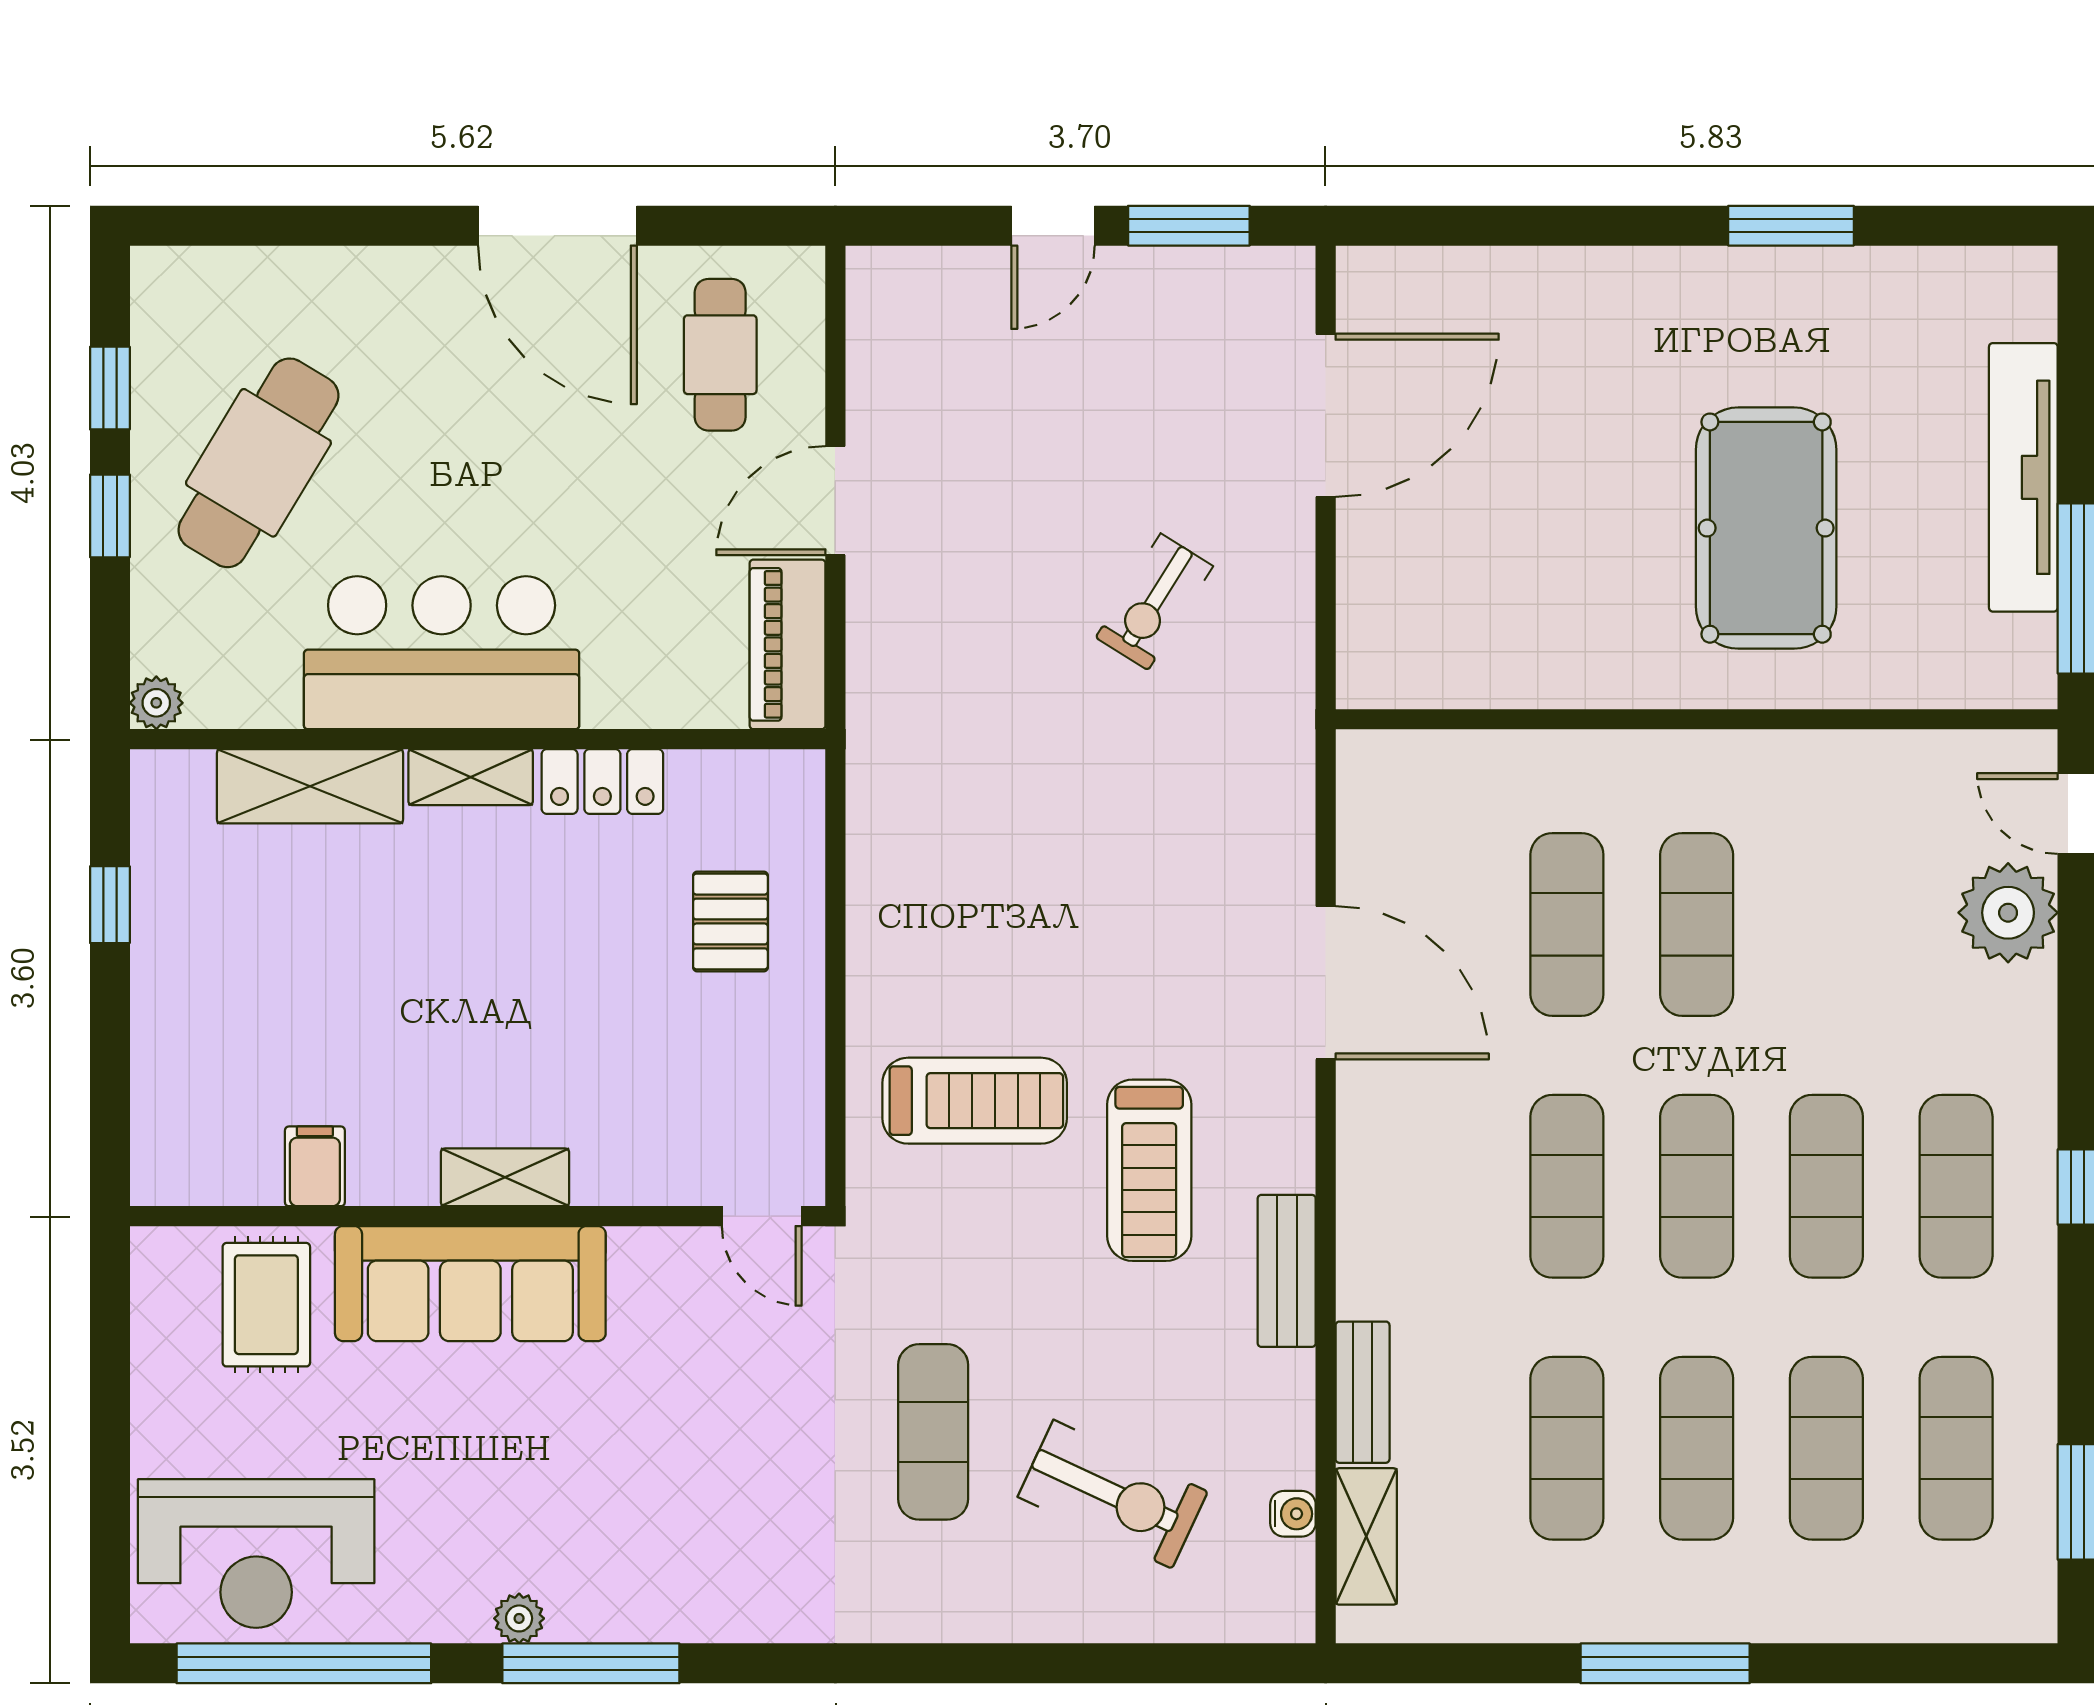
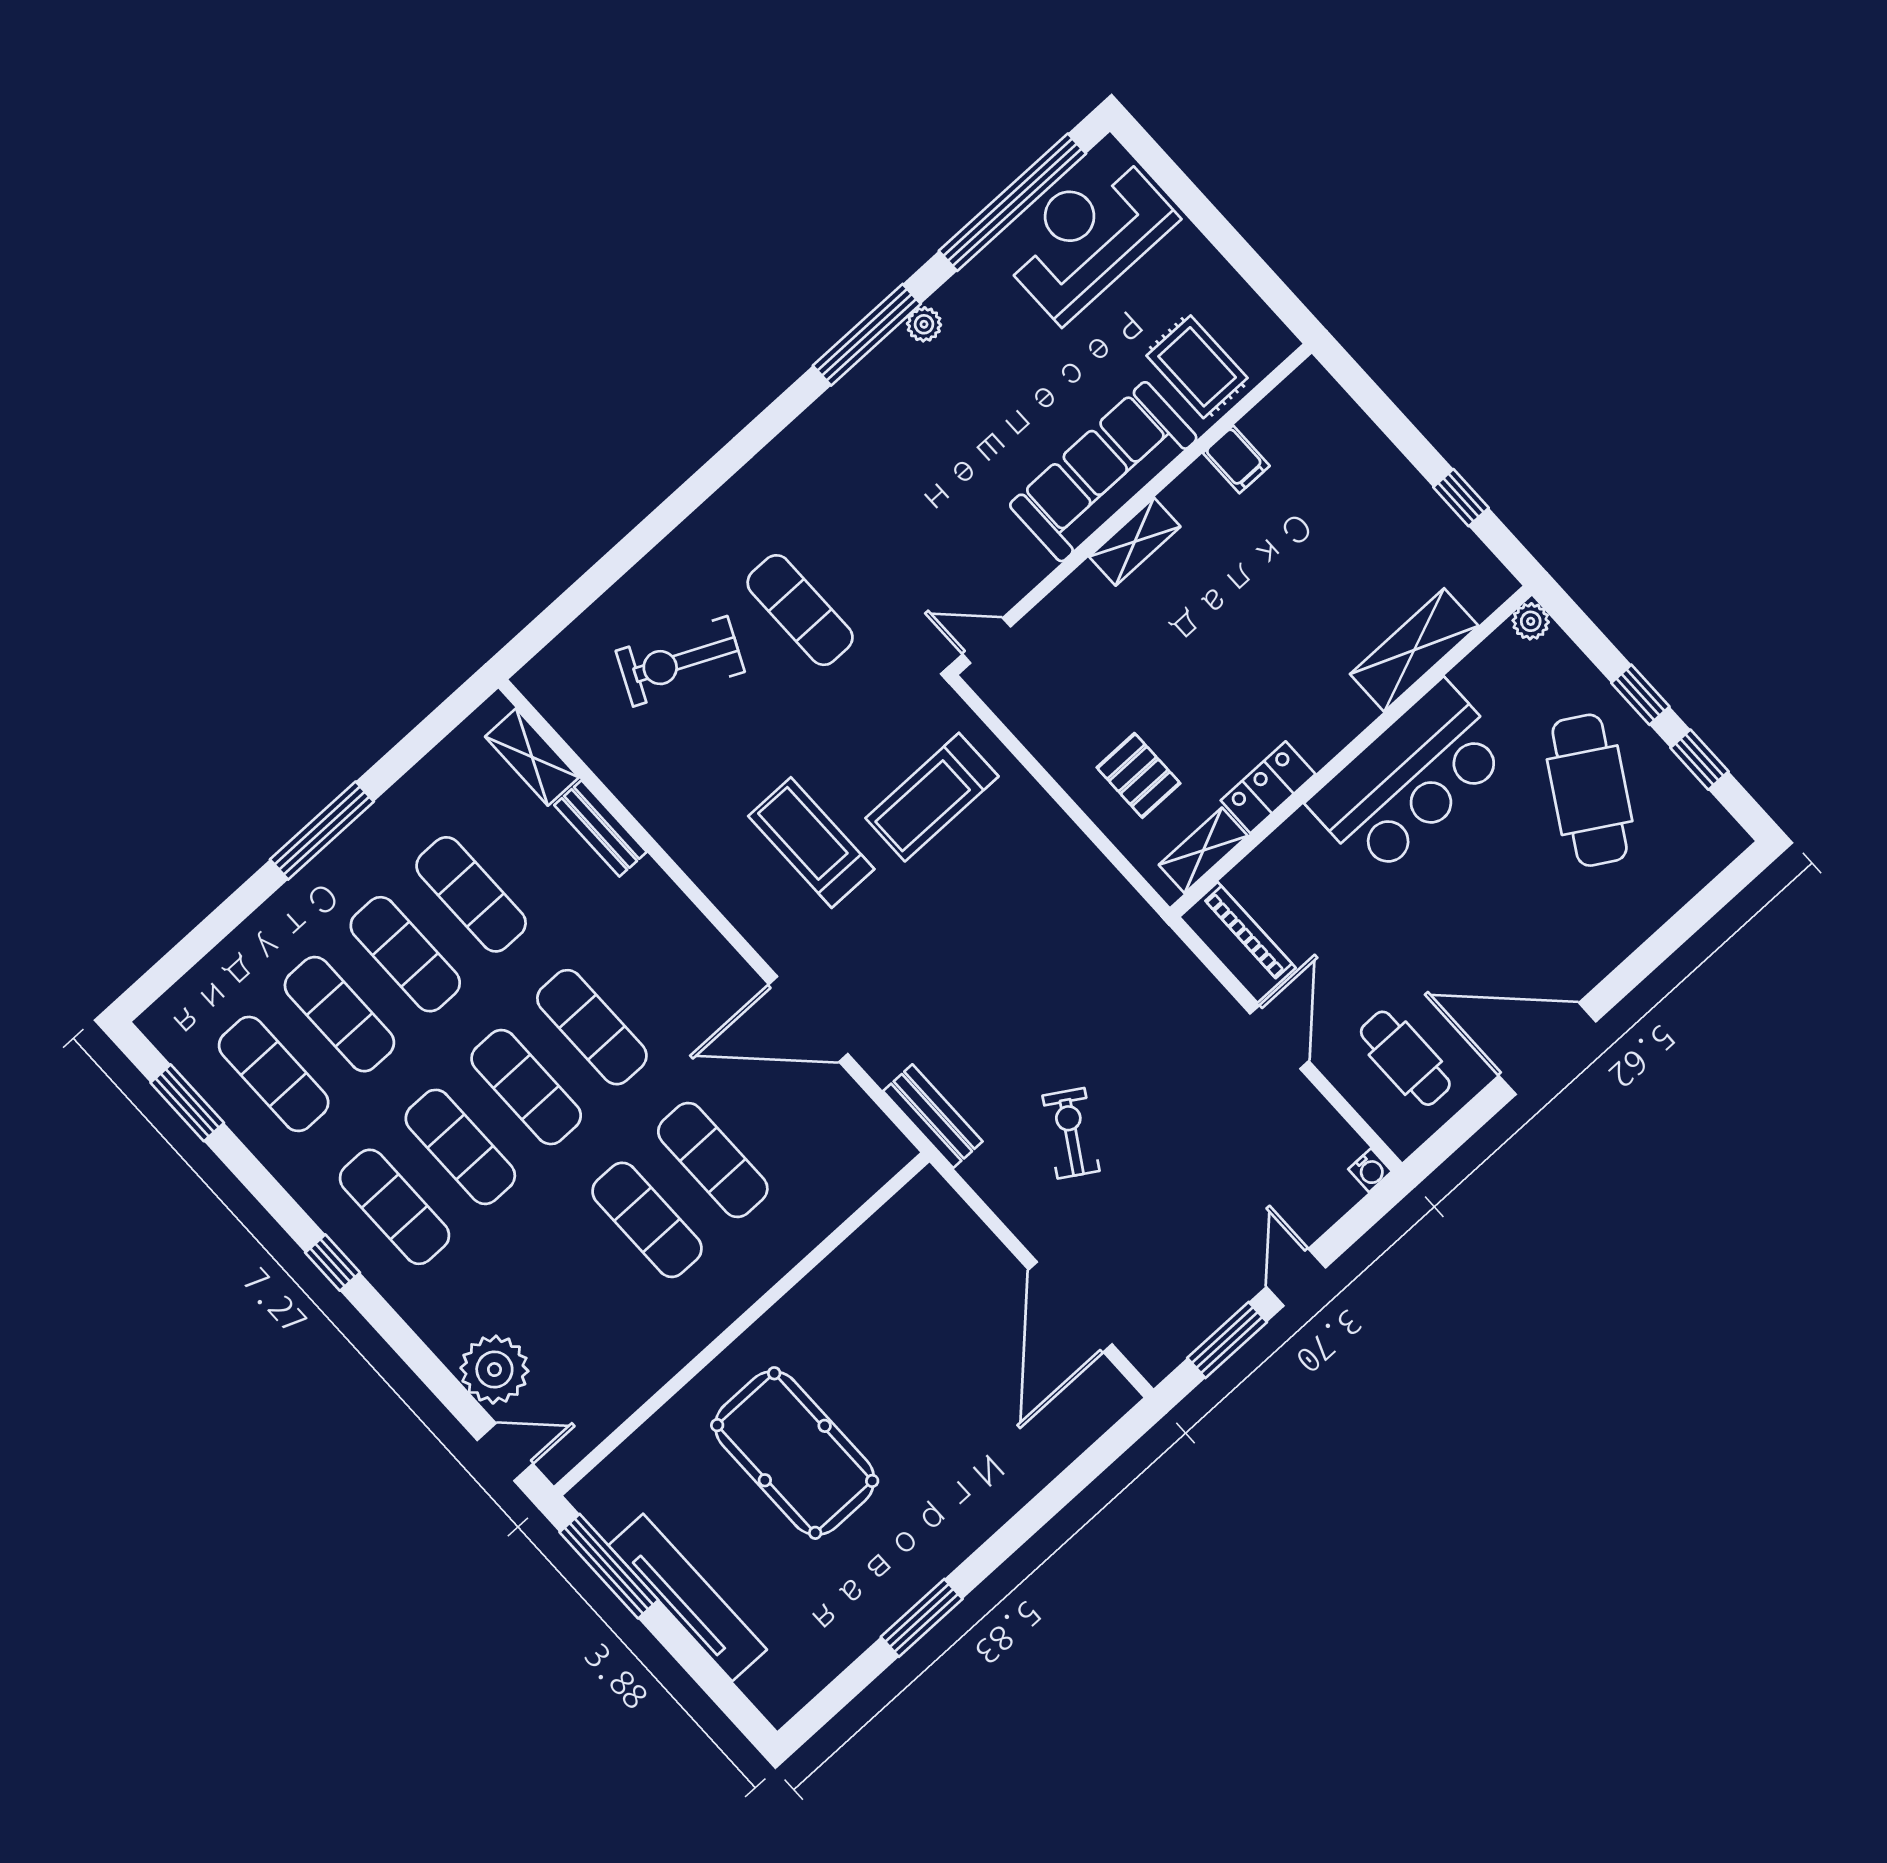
shelving: (471, 777) -> (1203, 850), moved
bench: (1287, 1271) -> (933, 1116), moved
water cooler: (1293, 1514) -> (1370, 1170), moved, turned -90

